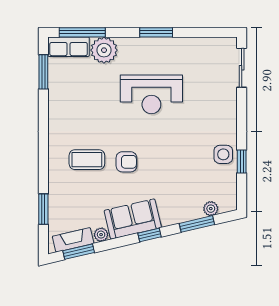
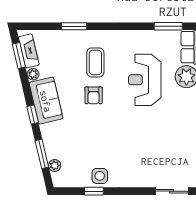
reception desk: (151, 94) -> (145, 80), moved
window: (43, 209) -> (74, 26), moved

